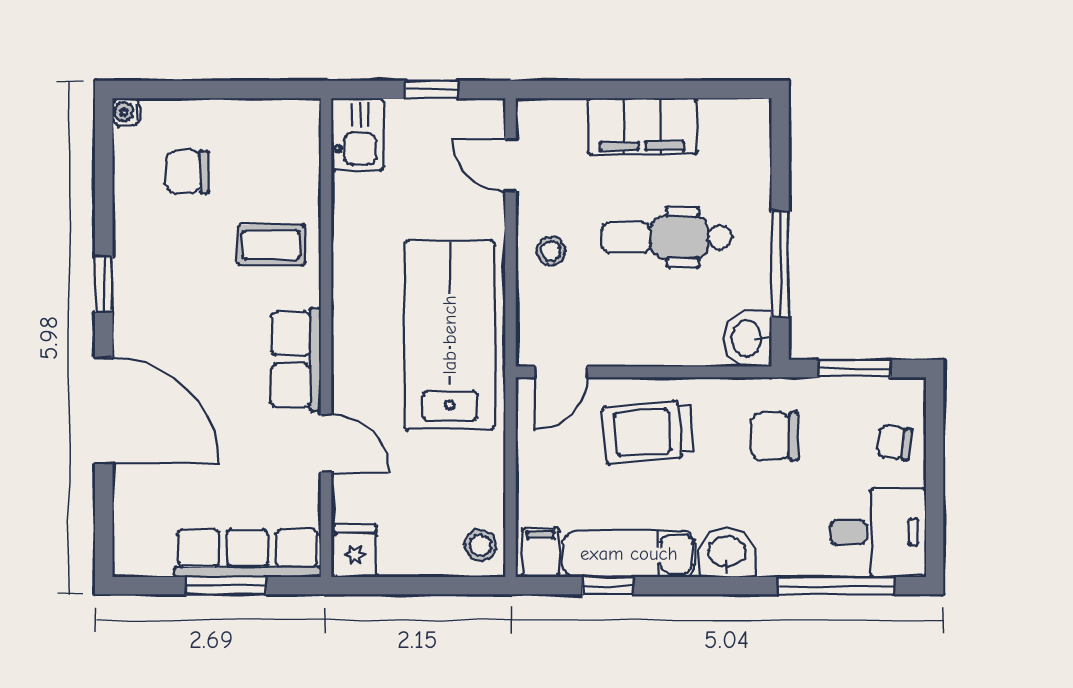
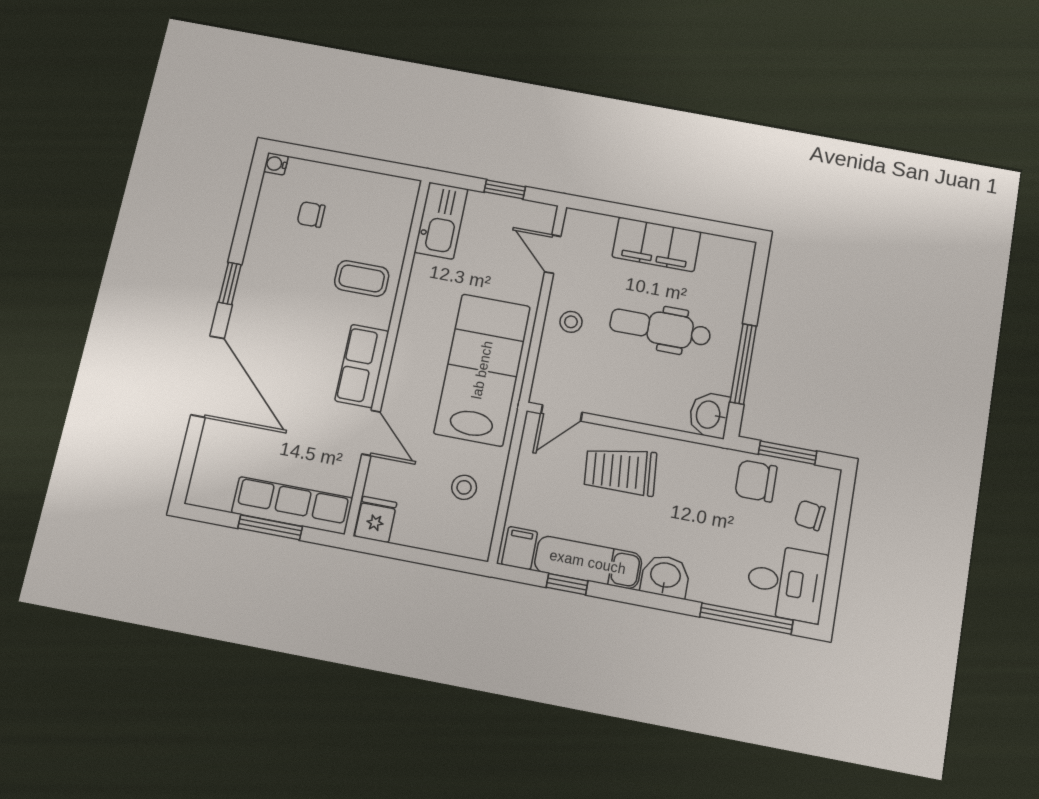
kitchen sink: (357, 134) -> (441, 221), width x1.38
chair: (187, 172) -> (311, 214), width x0.73, depth x0.73
chair: (775, 436) -> (756, 481), moved
stool: (480, 545) -> (464, 487), moved

